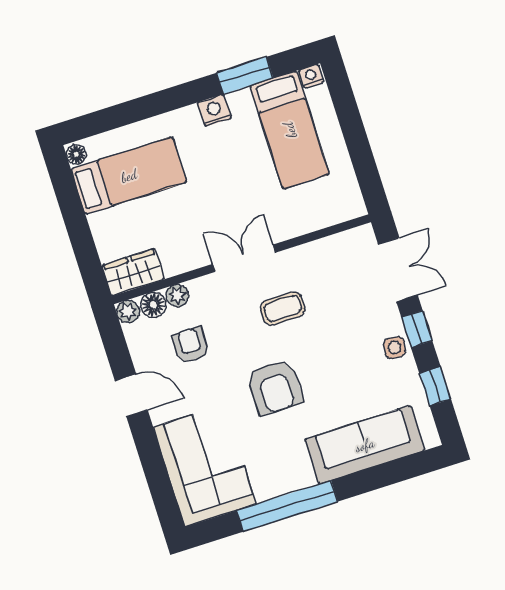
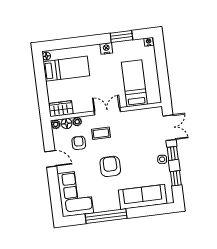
bed: (290, 130) -> (134, 83), moved, turned 180
coffee table: (283, 309) -> (101, 133), moved
armchair: (275, 387) -> (110, 166), turned 180

